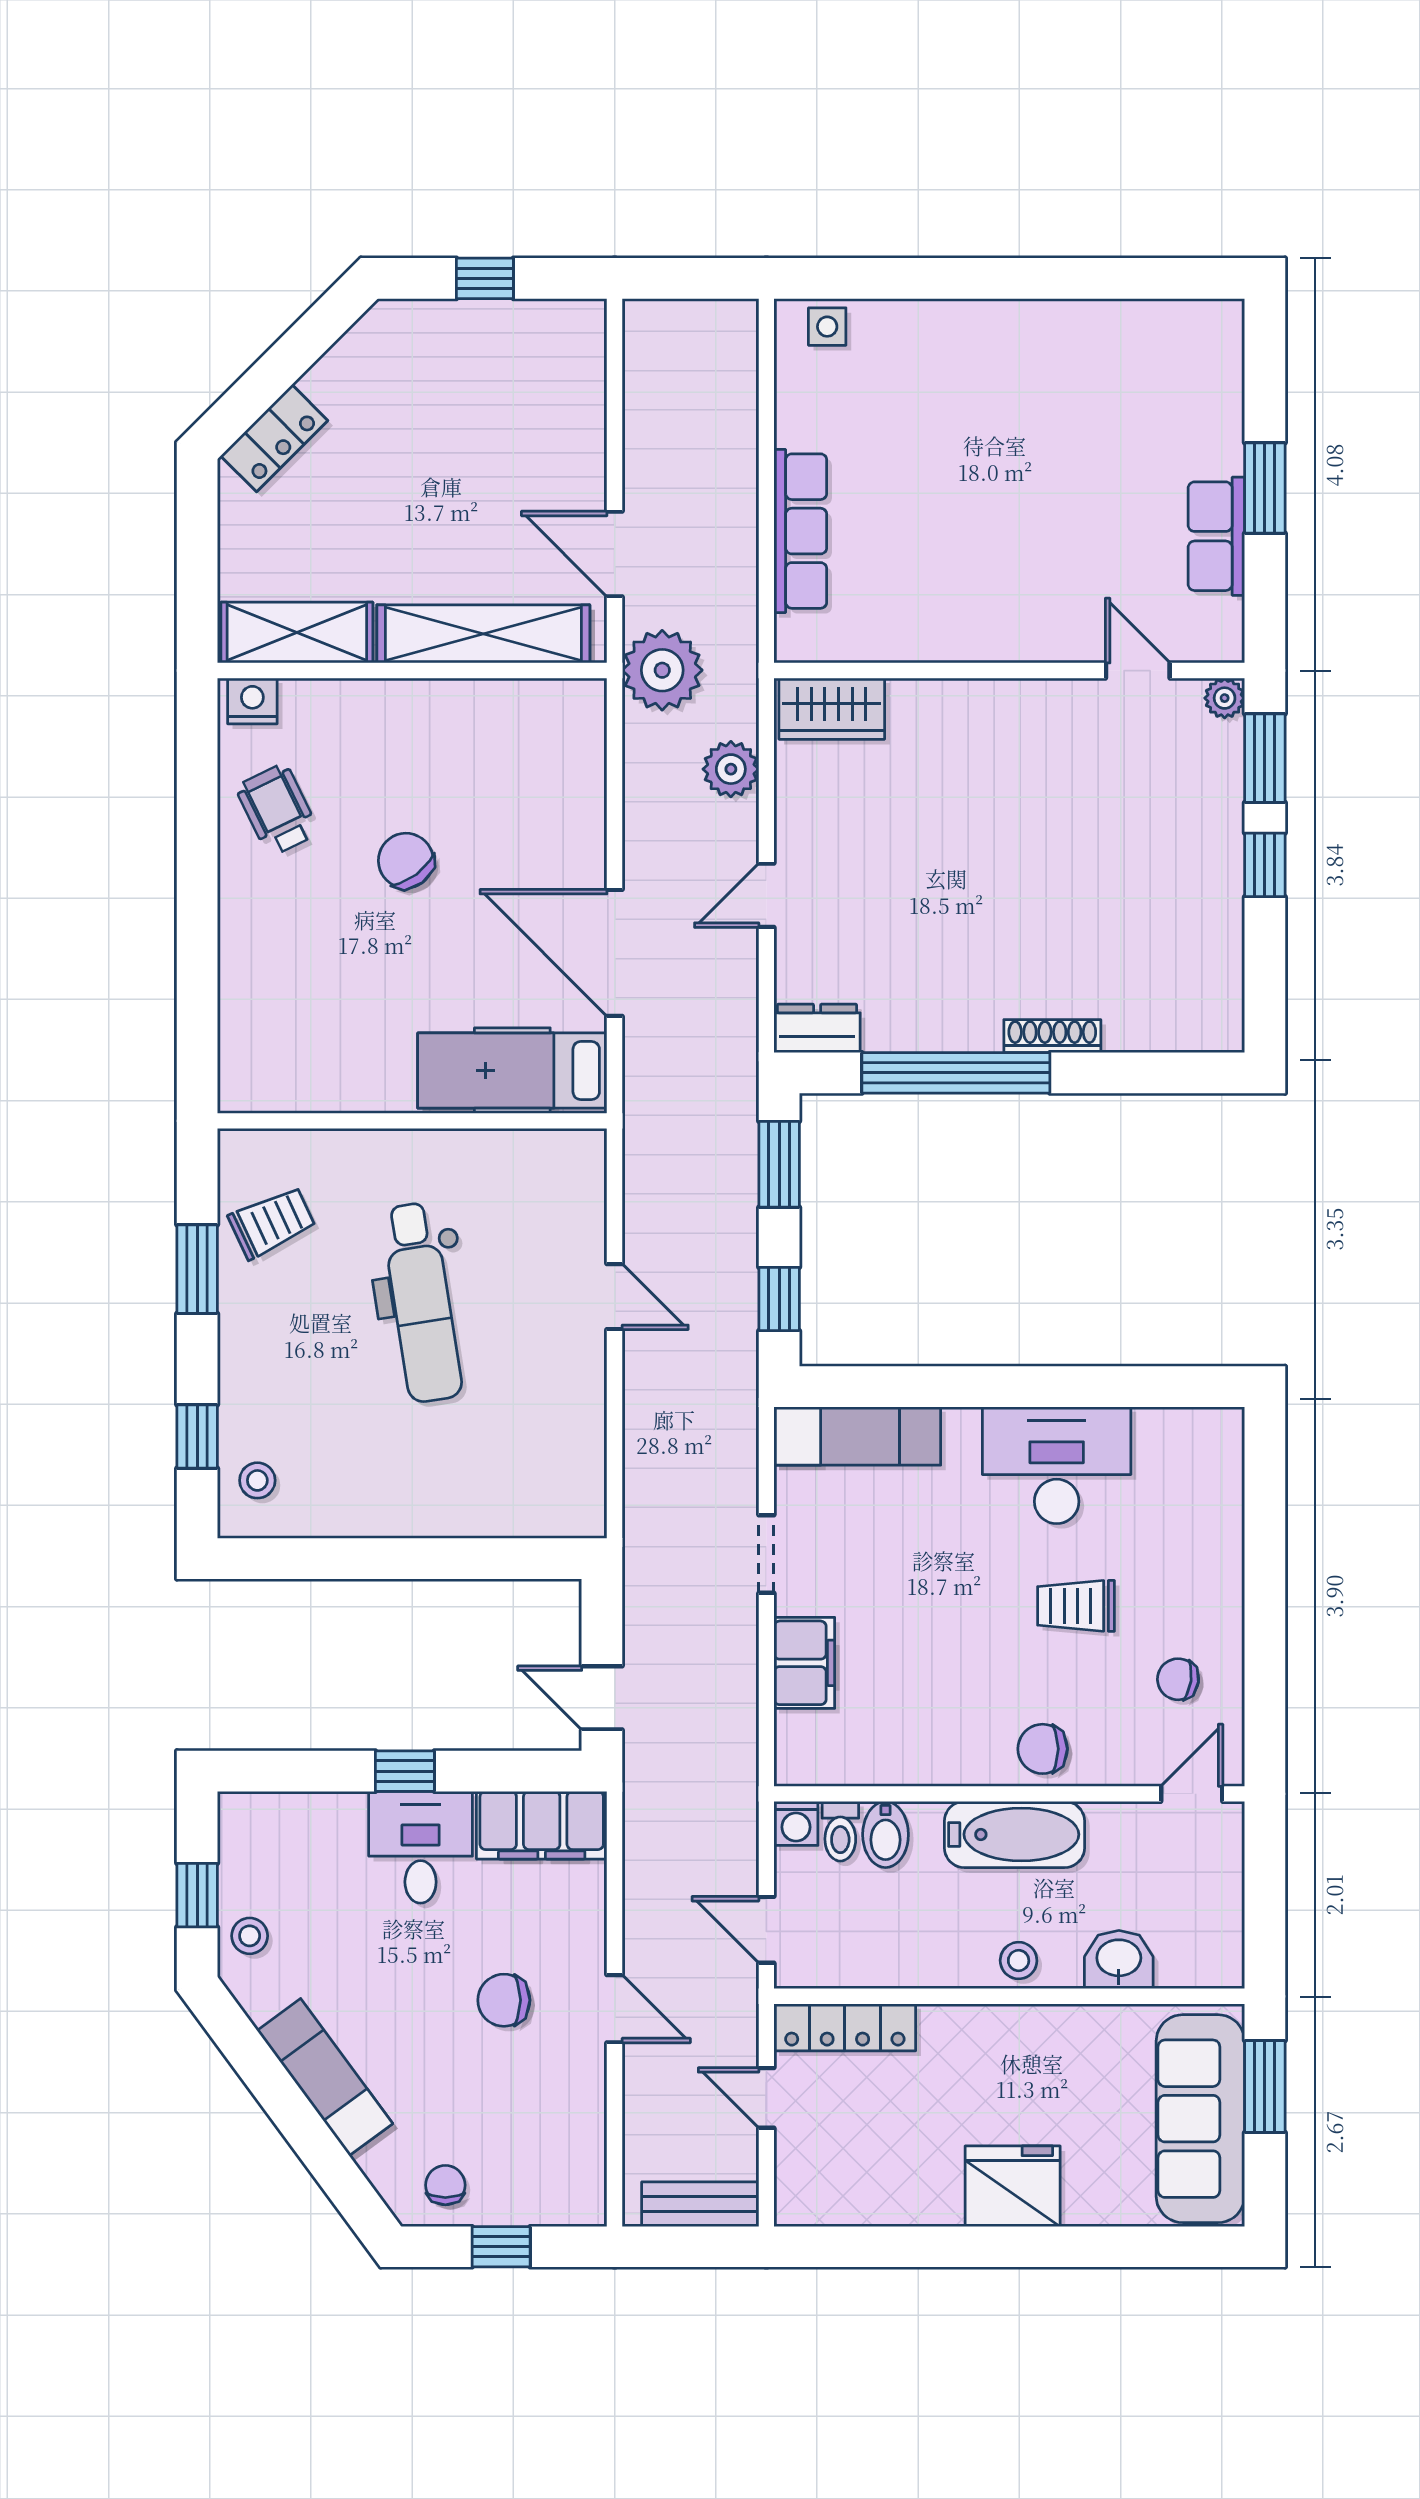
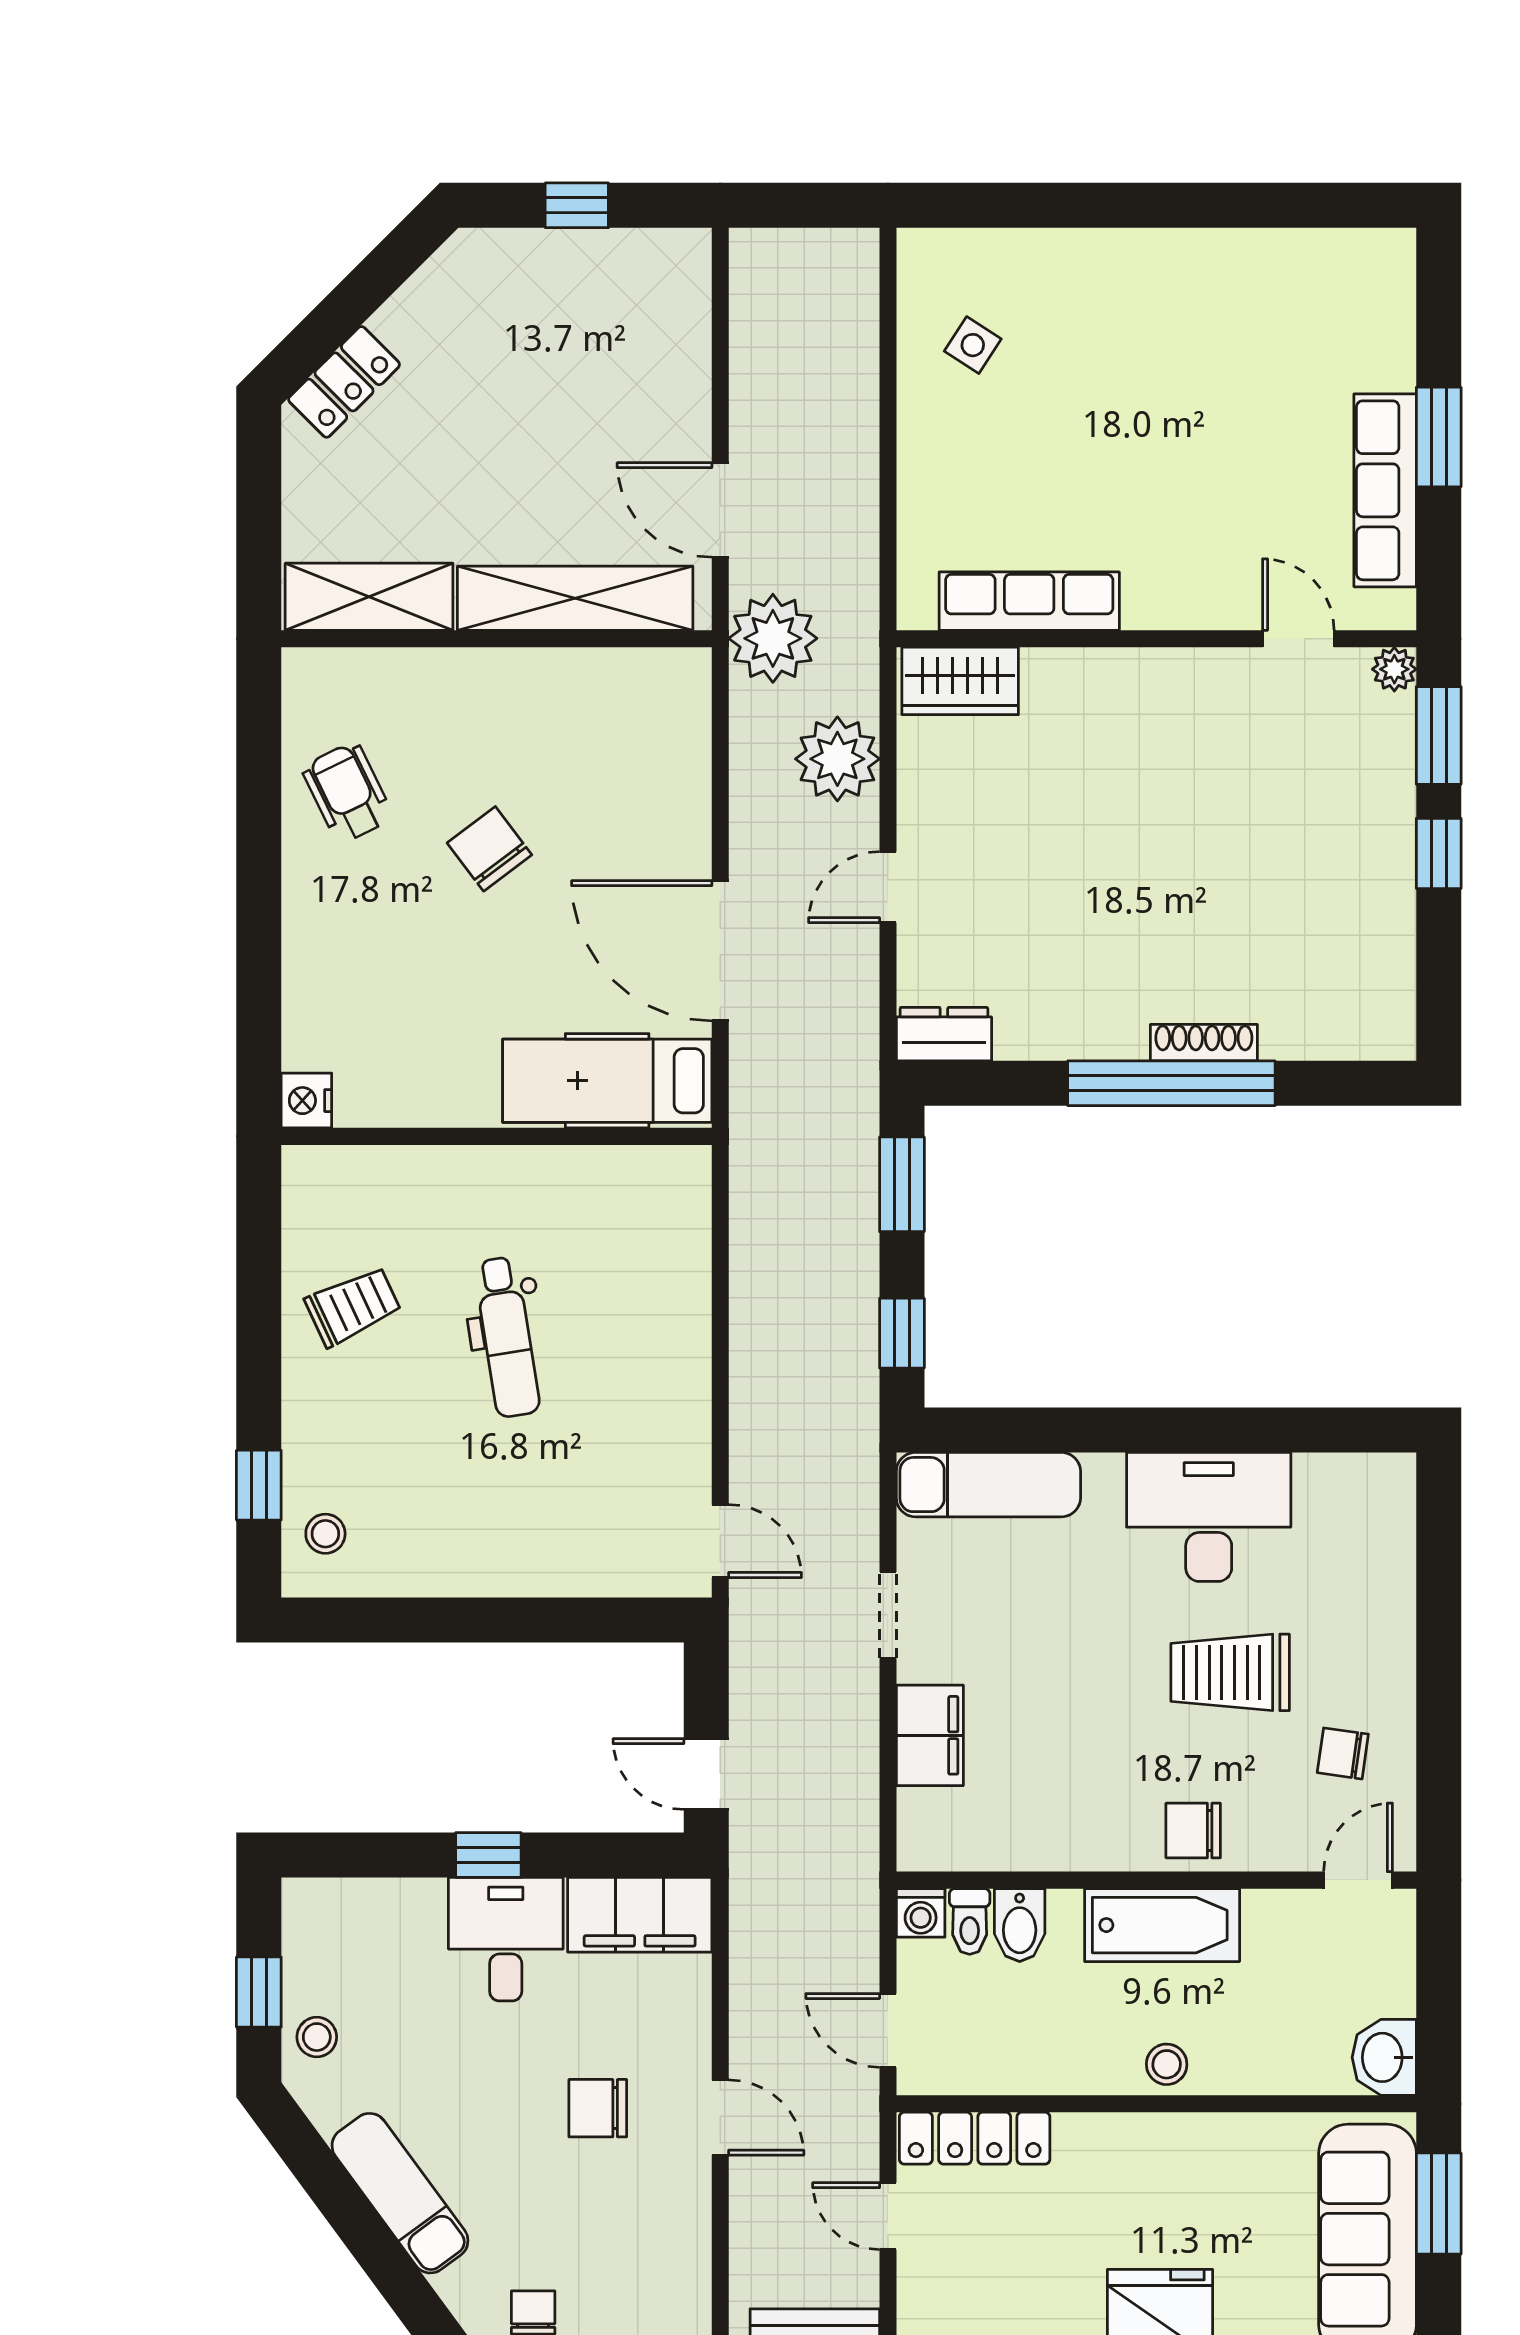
side table: (827, 327) -> (973, 345), moved, turned 33
row of seats: (800, 531) -> (1029, 601), moved, turned -90
row of seats: (1216, 536) -> (1385, 490), width x1.48
nightstand: (252, 701) -> (306, 1101), moved, turned -90
plant: (731, 769) -> (837, 759), width x1.36, depth x1.36
window: (956, 1073) -> (1171, 1083), moved
trolley: (272, 1222) -> (353, 1306), moved
window: (197, 1269) -> (259, 1300), removed
door: (615, 1297) -> (720, 1541), moved
dental chair: (422, 1302) -> (507, 1337), width x0.73, depth x0.72
trolley: (1076, 1606) -> (1230, 1672), width x1.36, depth x1.39
washbasin: (1119, 1960) -> (1384, 2057), moved, turned -90

